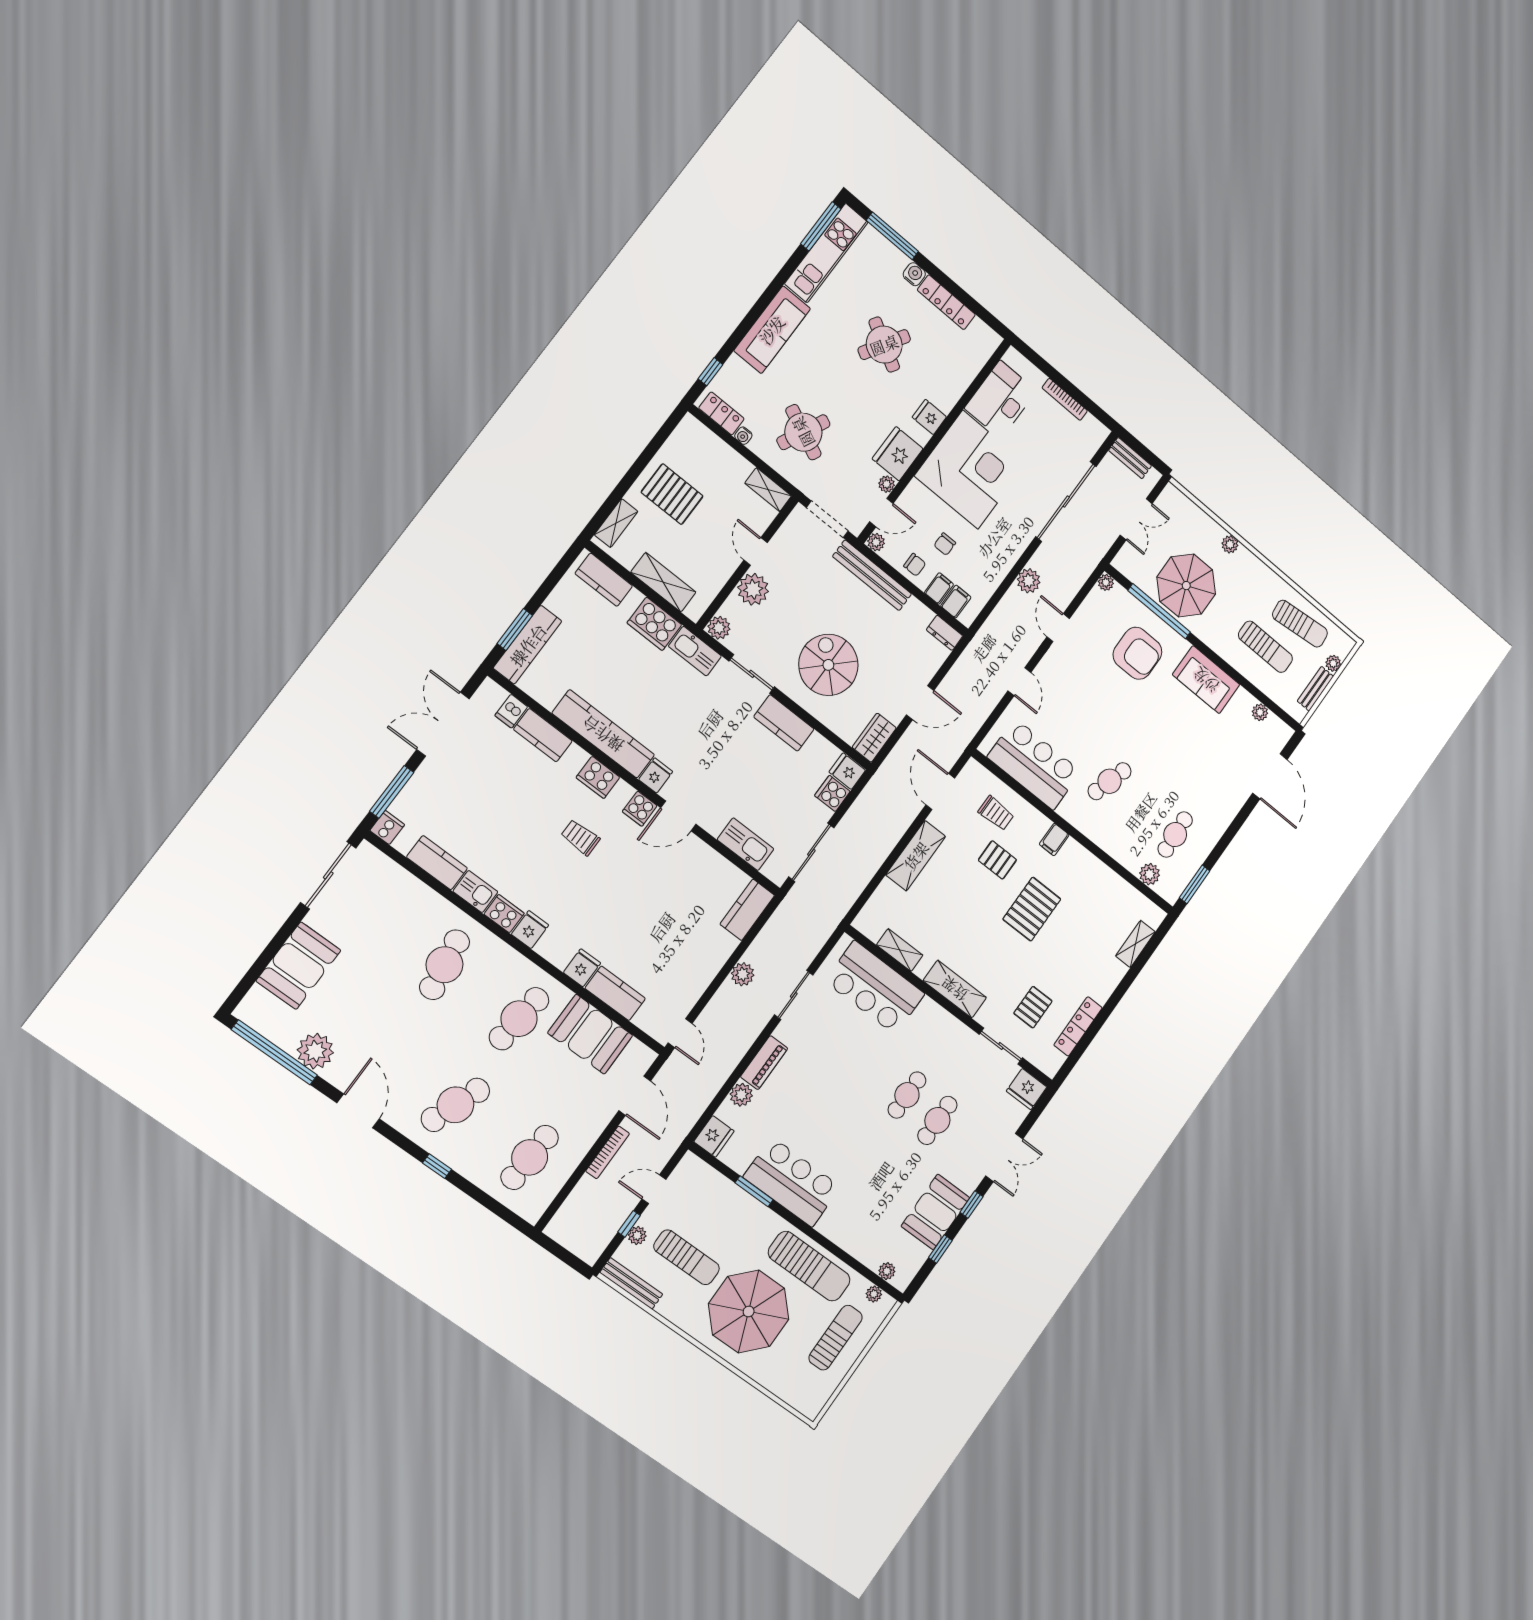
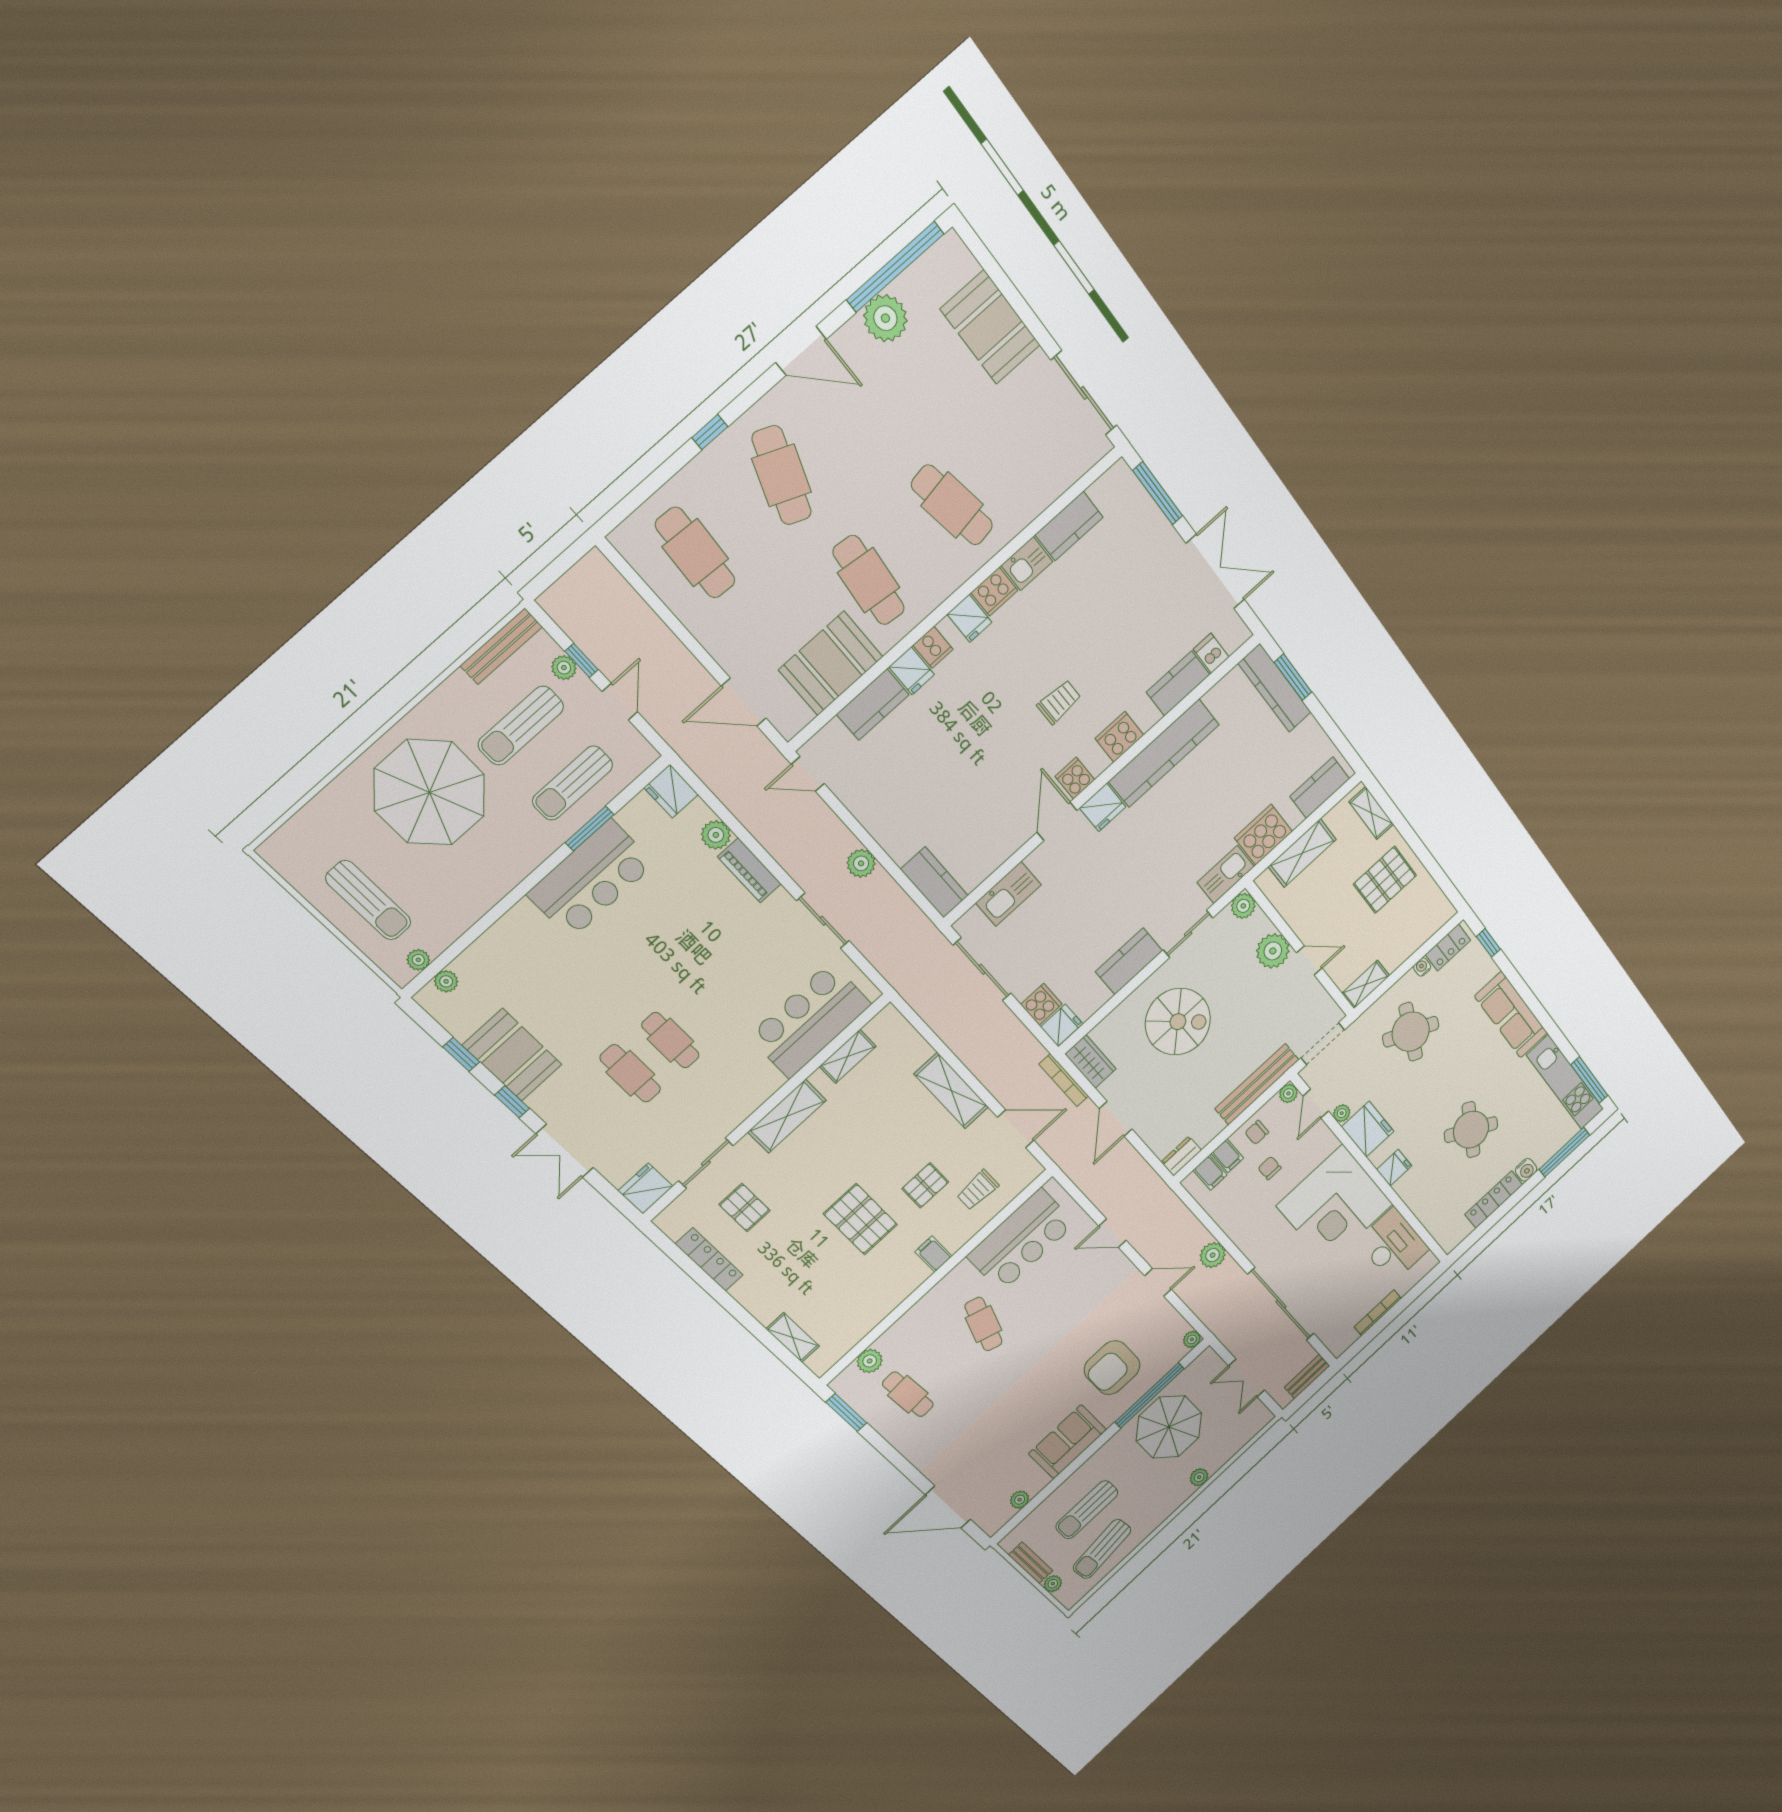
fridge: (656, 776) -> (1103, 807), width x1.38
cooker: (387, 828) -> (933, 647), moved
bookcase: (608, 1152) -> (1064, 1080), moved
sun lounger: (809, 1266) -> (573, 783), moved, width x0.73, depth x0.75

